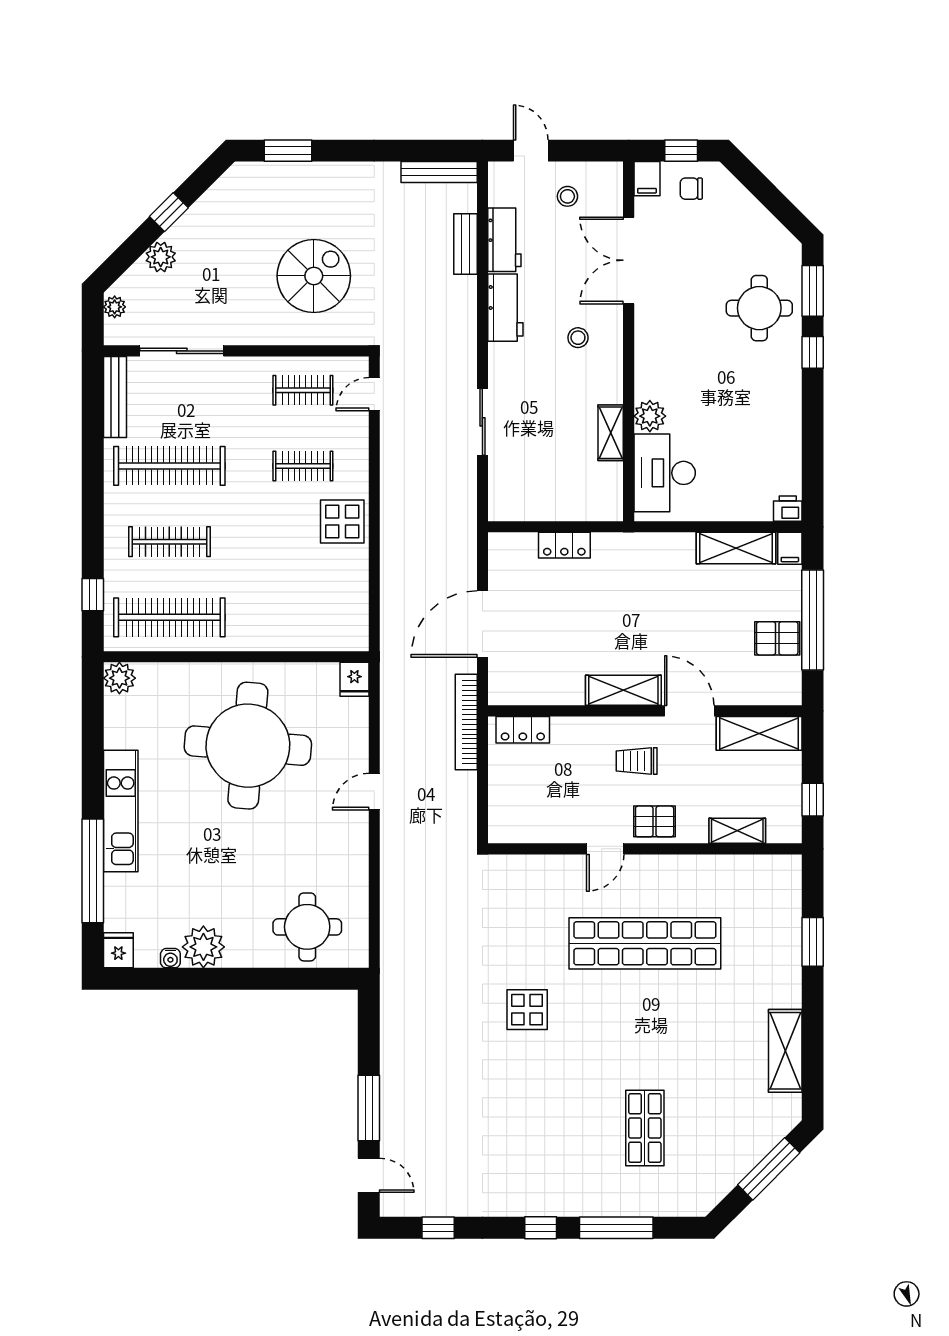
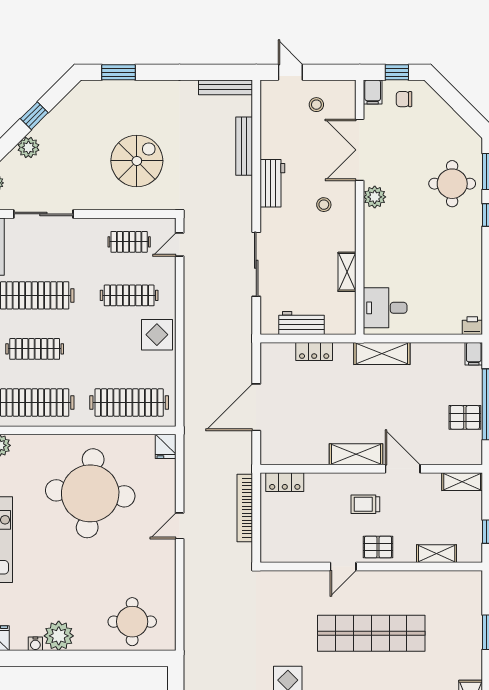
workbench: (504, 240) -> (301, 323), moved, turned -90
bench: (465, 244) -> (244, 146), width x1.36
plant: (650, 416) -> (375, 197), moved
sliding door: (482, 422) -> (256, 264), width x1.37
clothes rail: (303, 466) -> (129, 295), width x1.36
desk: (665, 473) -> (385, 308), width x0.73
shelving: (736, 548) -> (382, 353), moved
clothes rail: (303, 617) -> (129, 403), added
bookcase: (466, 722) -> (245, 508), moved
shelving: (759, 733) -> (462, 482), width x0.67, depth x0.75

